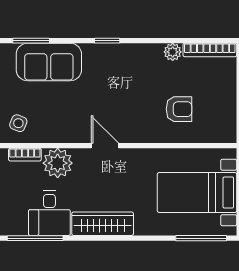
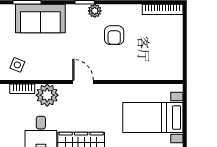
plant: (173, 52) -> (95, 11), moved
armchair: (179, 109) -> (114, 35), moved, turned 90

